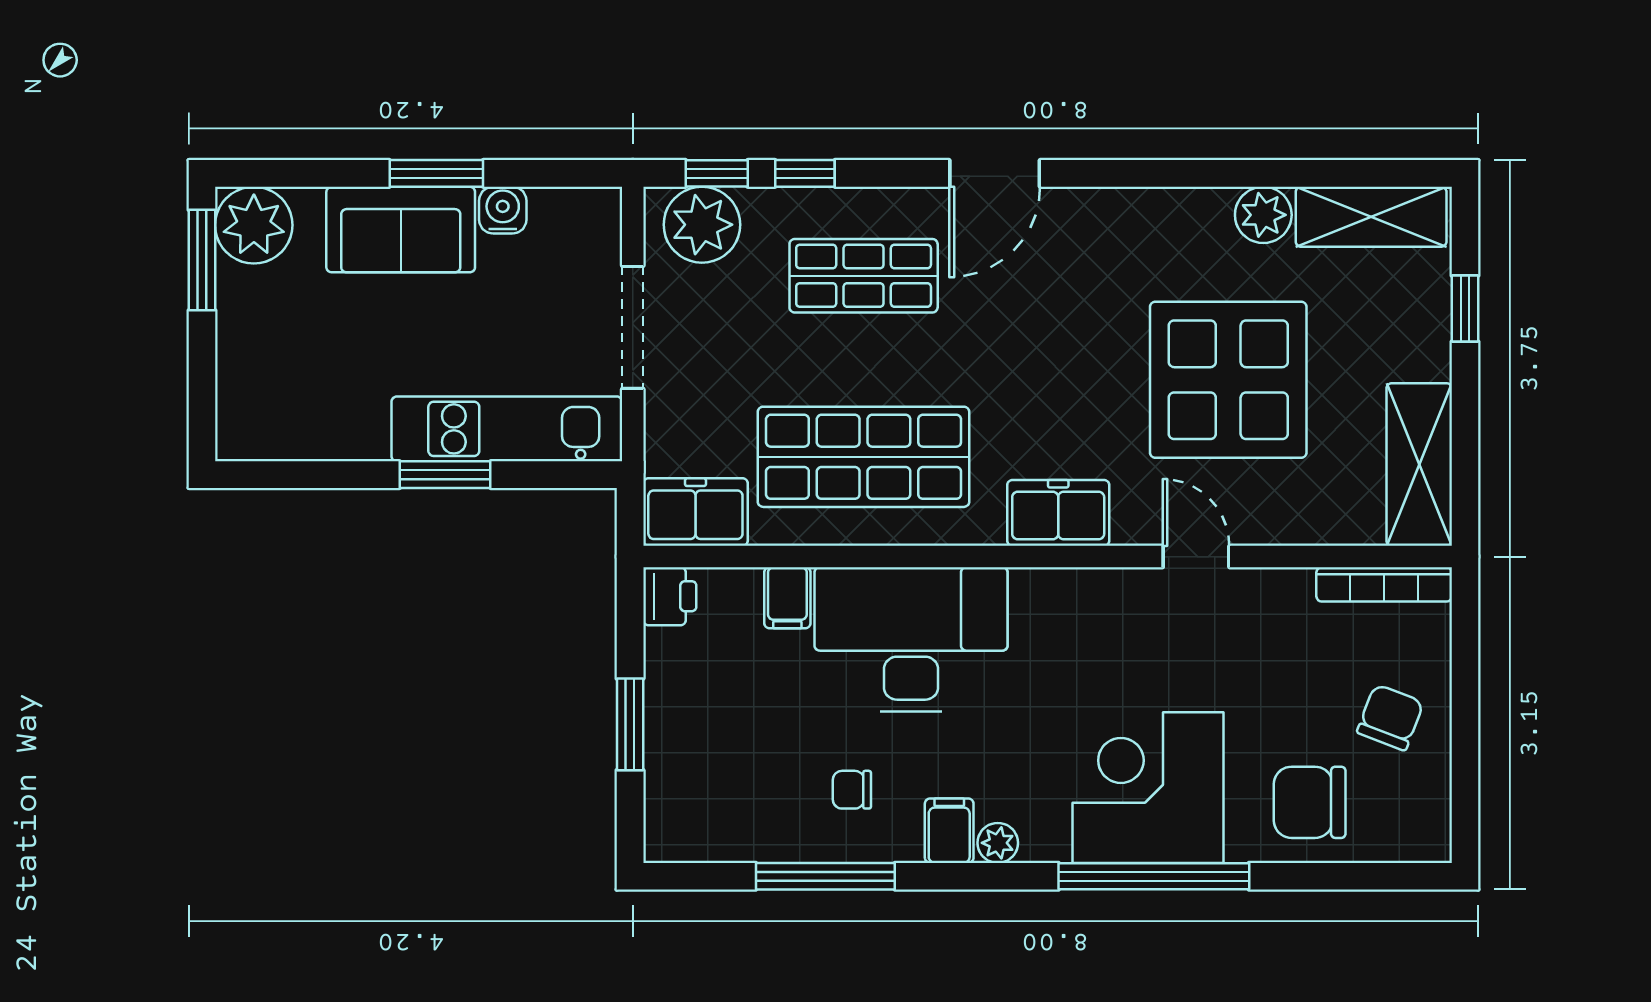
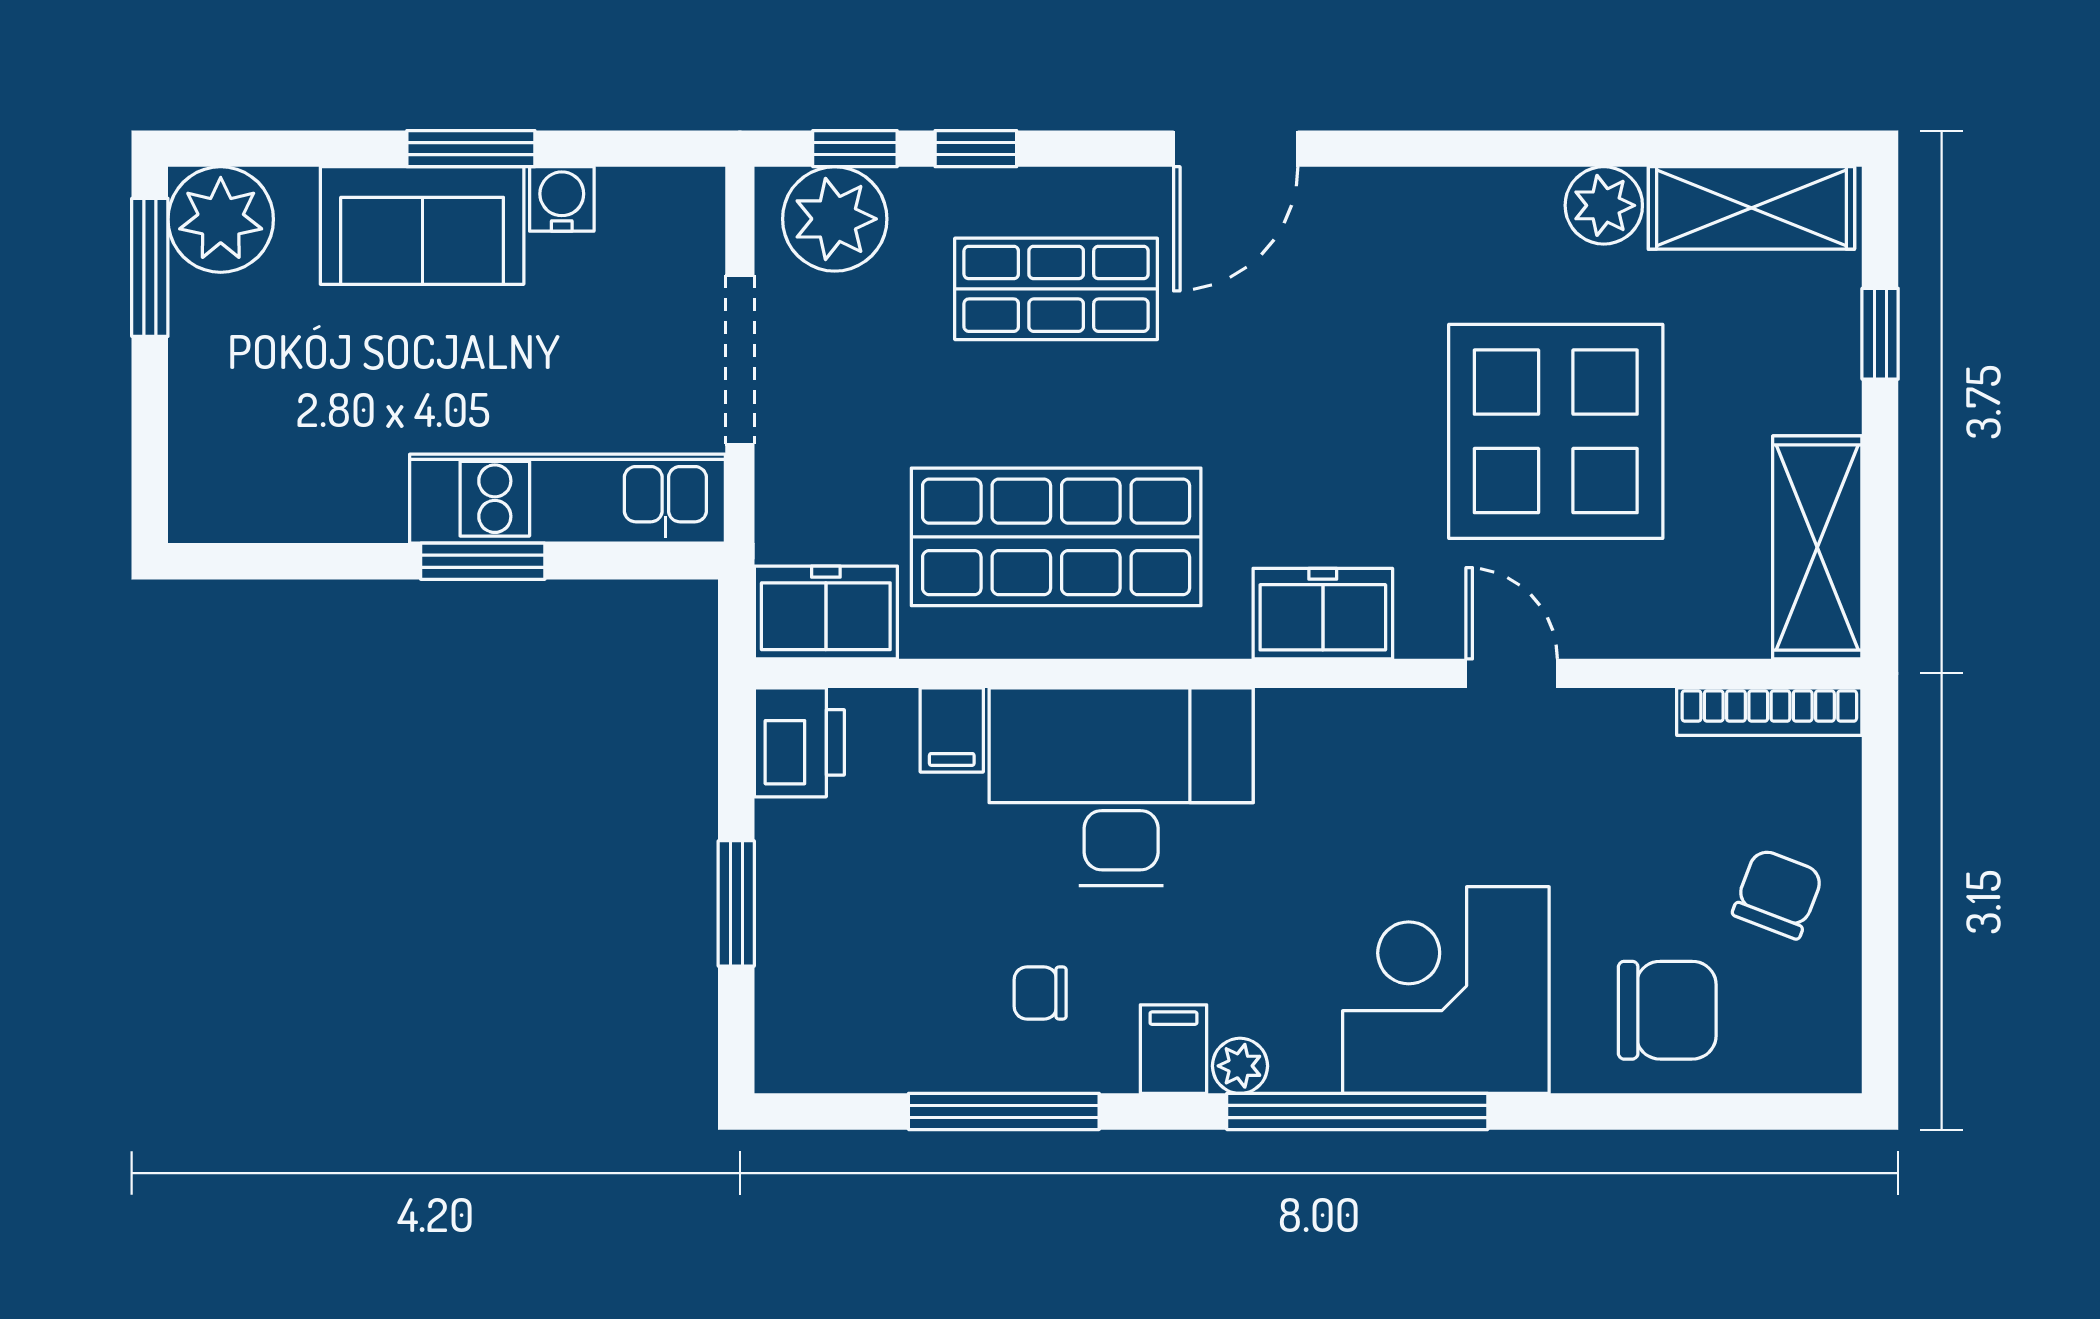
printer: (670, 596) -> (799, 742), width x1.36, depth x1.24
chair: (1310, 802) -> (1667, 1010), turned 180
window: (1154, 876) -> (1357, 1111), moved

